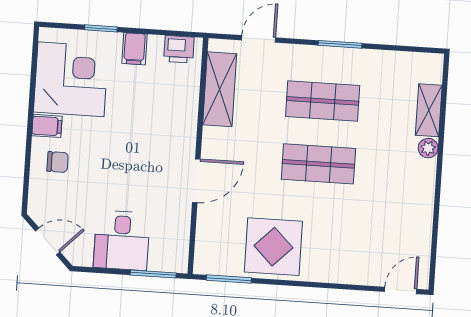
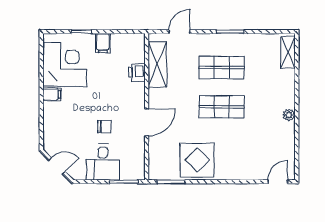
printer: (179, 49) -> (137, 73), moved, turned 90
shelving: (429, 110) -> (288, 52), moved
plant: (428, 148) -> (289, 115), moved
chair: (58, 162) -> (104, 127), moved

